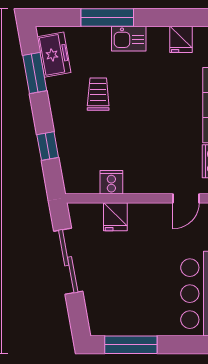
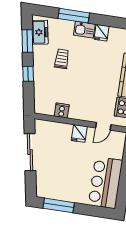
fridge: (181, 39) -> (101, 33), moved
window: (48, 146) -> (28, 74), moved
fridge: (115, 217) -> (79, 133), moved

